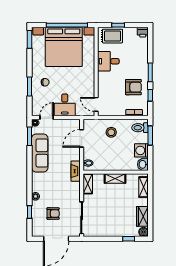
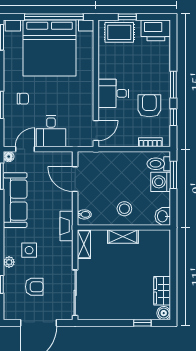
printer: (143, 32) -> (156, 30), width x1.87, depth x1.48
desk: (108, 61) -> (113, 93), moved
armchair: (133, 87) -> (149, 106), turned -90
door: (96, 104) -> (96, 131), swing flipped
stool: (111, 132) -> (124, 209), moved
door: (82, 138) -> (75, 179), hinge flipped
washing machine: (141, 150) -> (161, 182), moved
shelving: (144, 187) -> (164, 249), removed
side table: (49, 188) -> (29, 250), added

